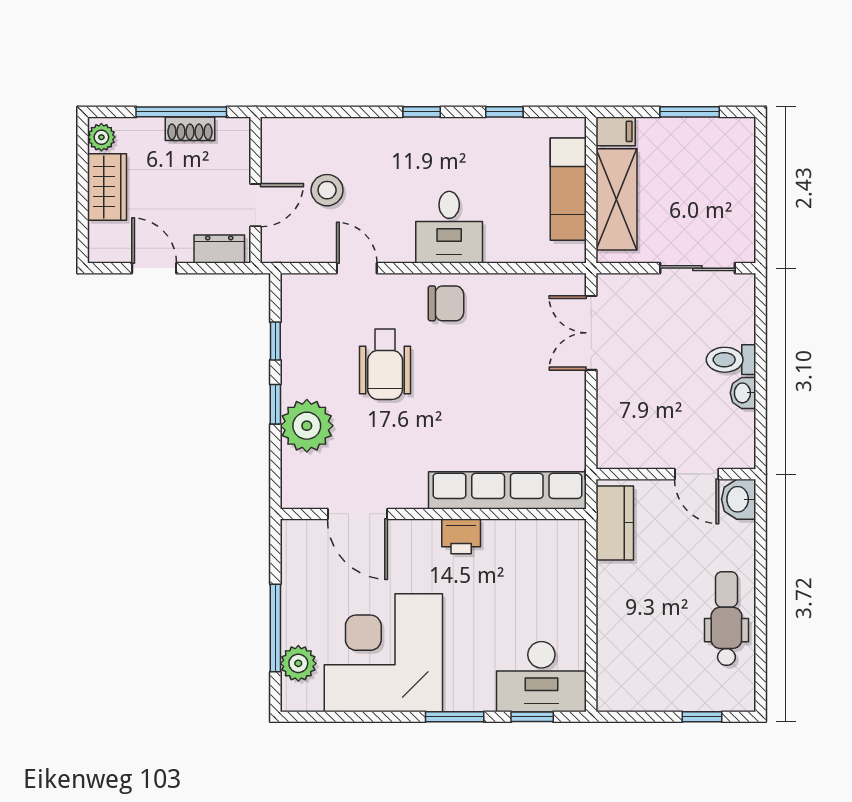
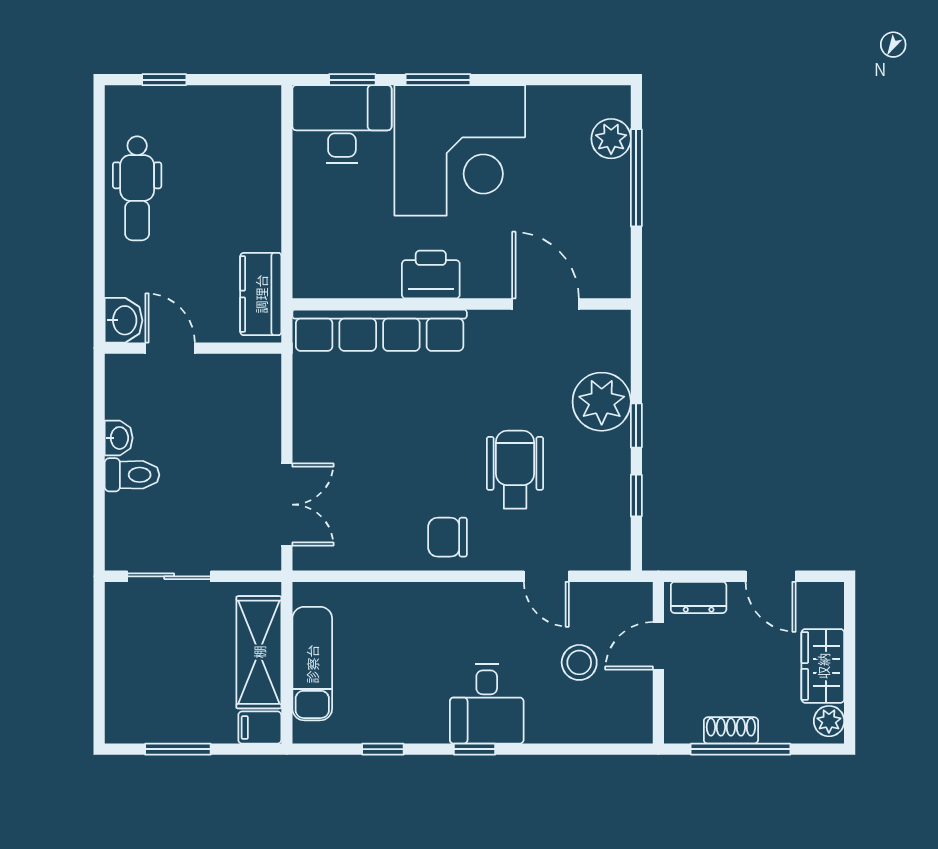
desk: (449, 227) -> (487, 704), moved, turned 180
printer: (461, 536) -> (431, 275), width x1.36, depth x1.24
corner desk: (383, 653) -> (460, 150), moved

